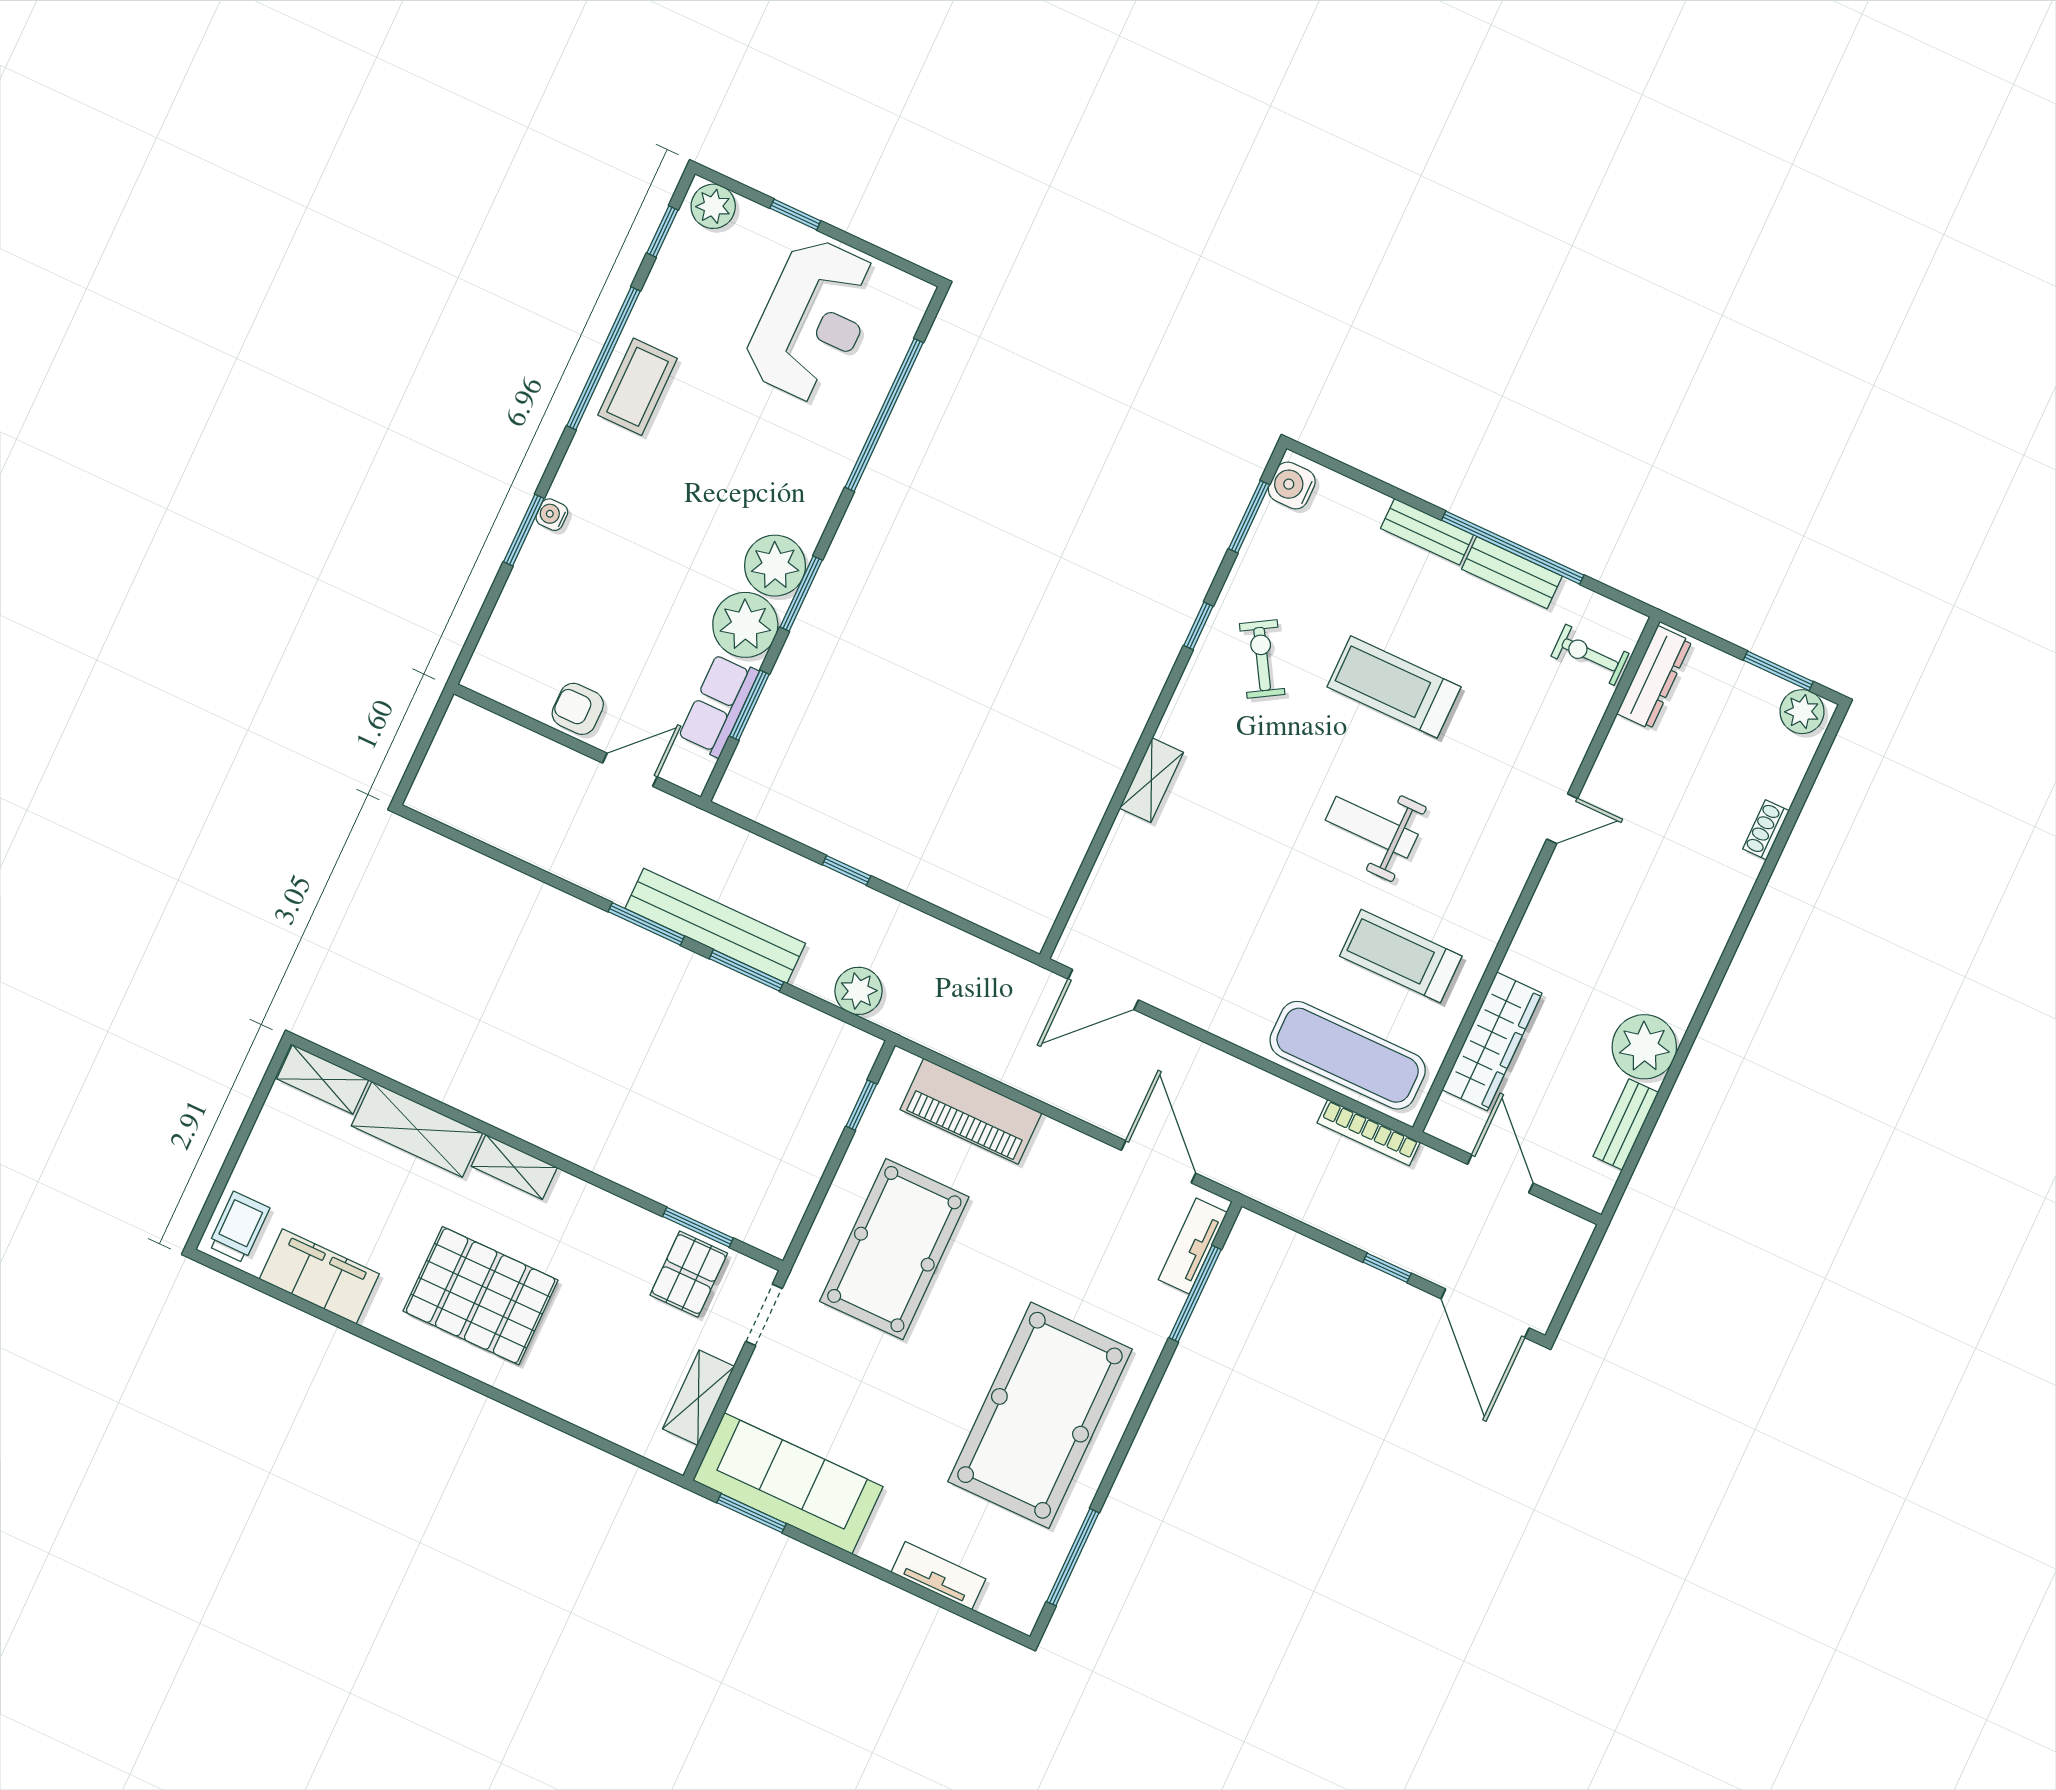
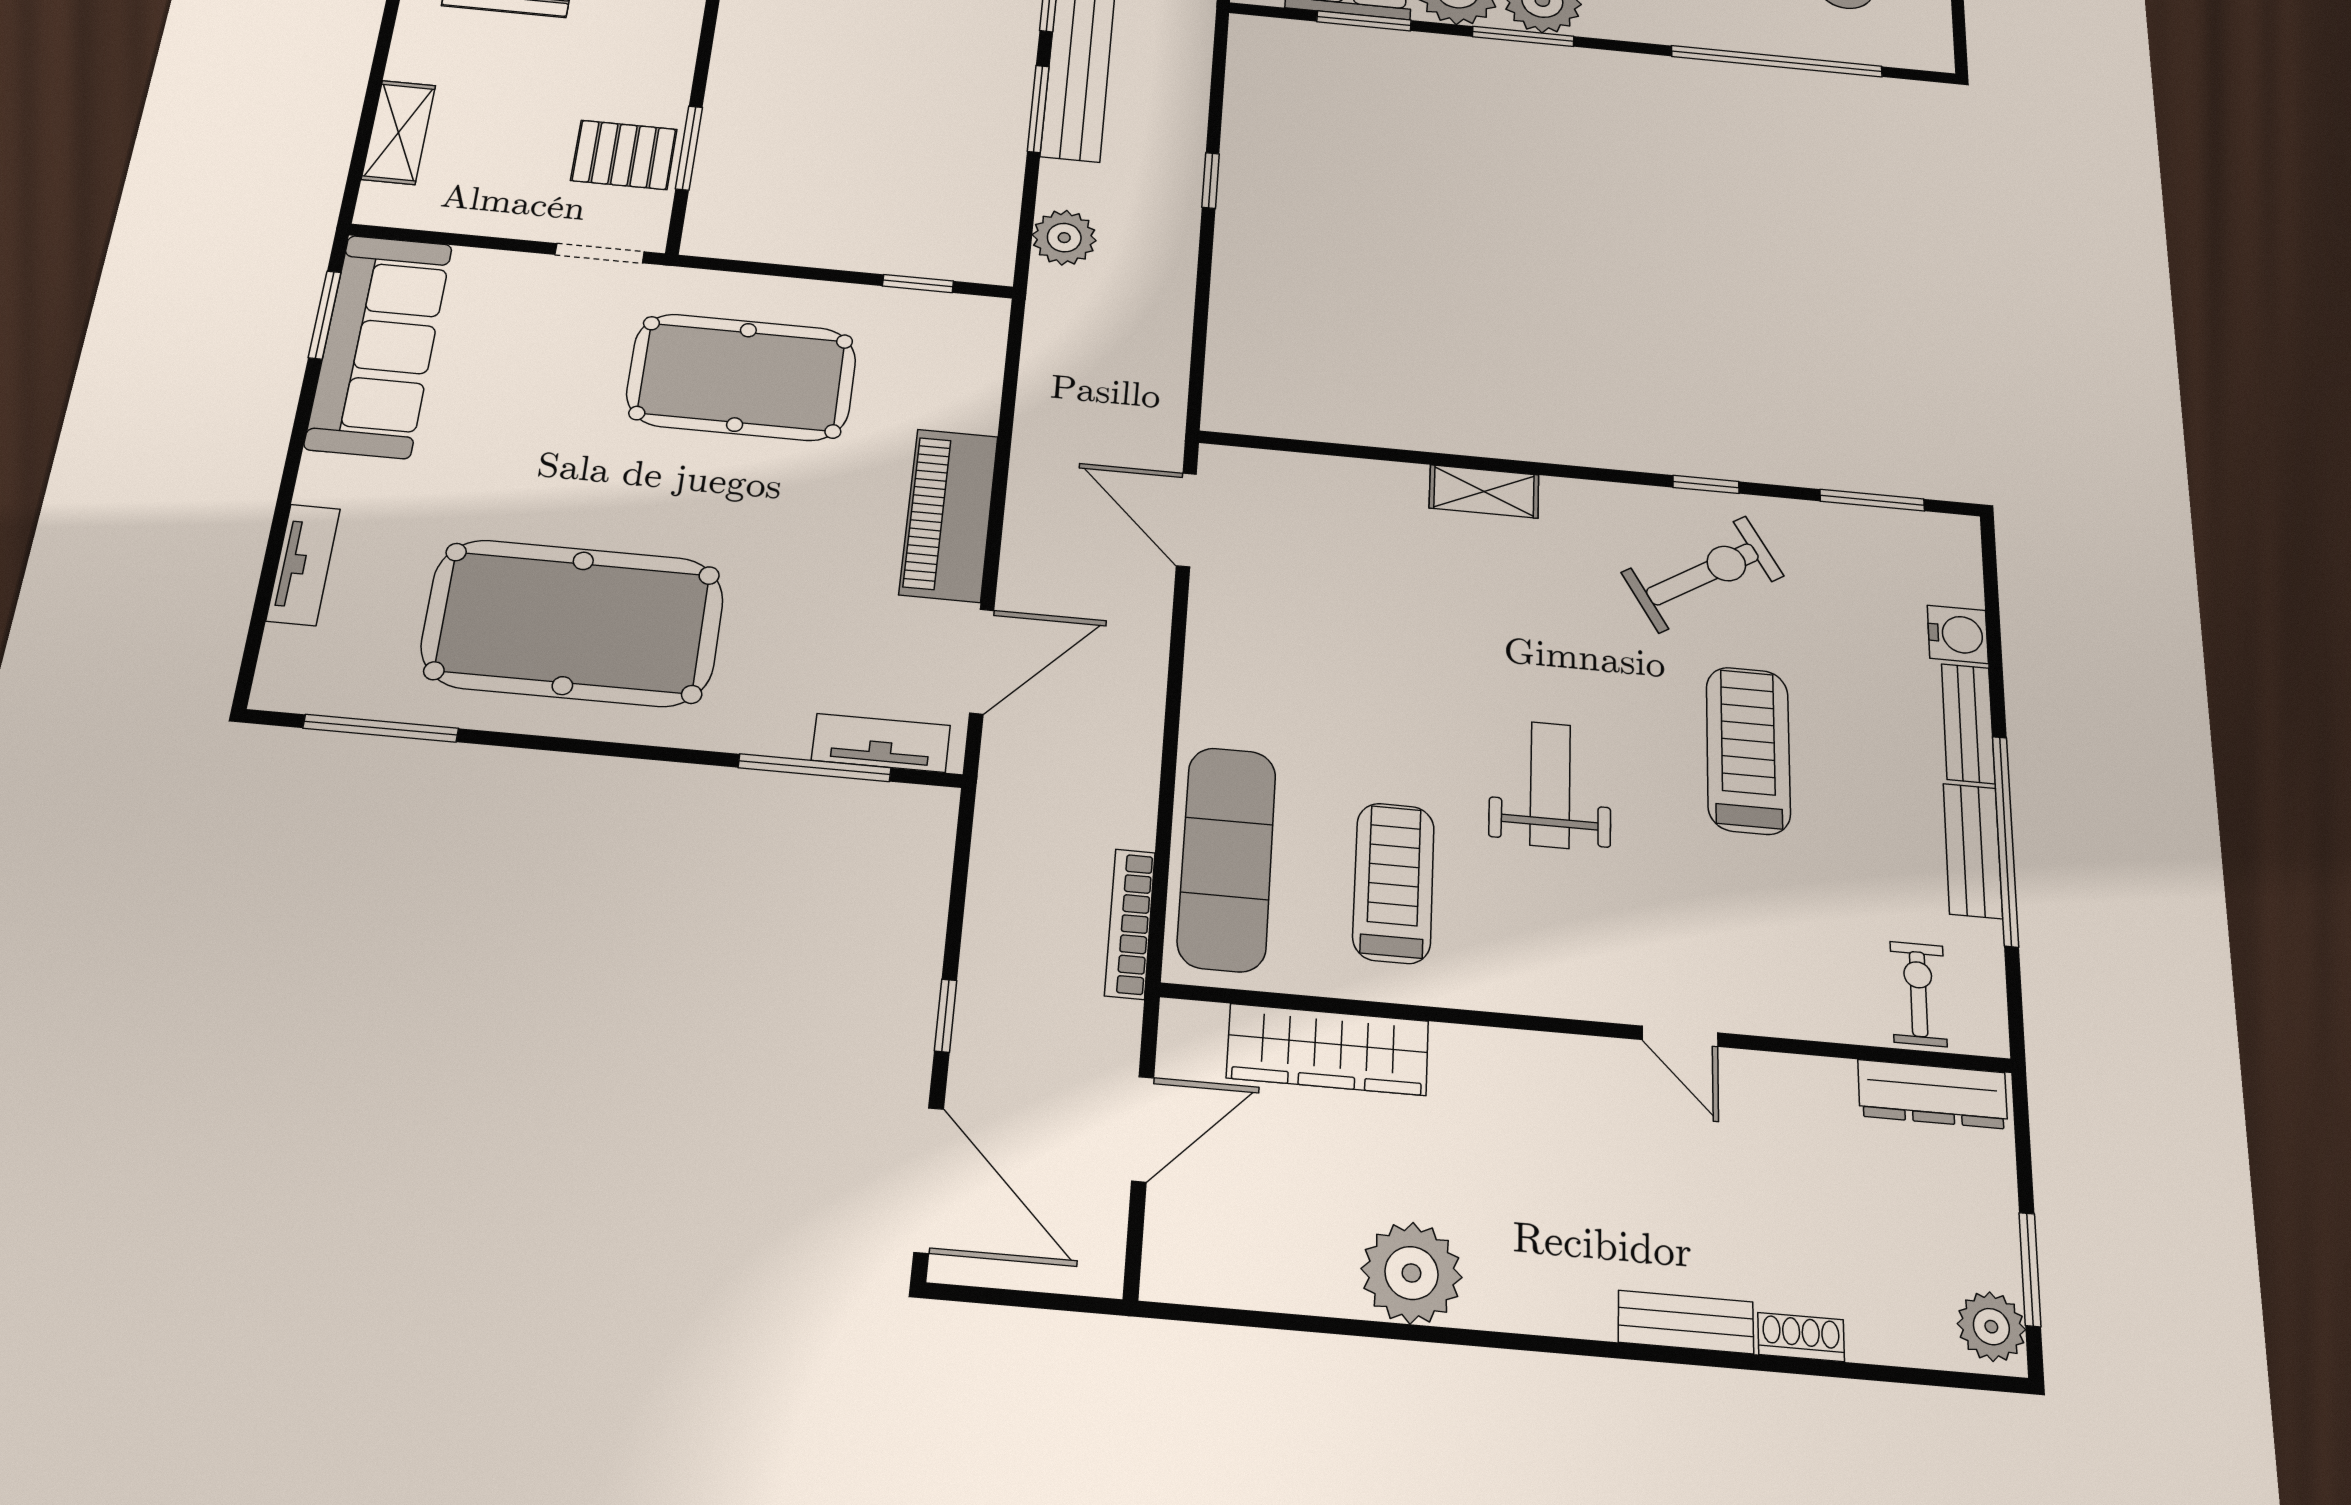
water cooler: (1292, 486) -> (1958, 634), moved, turned 90
exercise bike: (1262, 659) -> (1703, 574), width x1.38, depth x1.39
piano: (971, 1111) -> (949, 515), moved
bench: (1626, 1124) -> (1686, 1322), moved
door: (1485, 1313) -> (929, 1180), swing flipped
shelving: (698, 1398) -> (399, 132), moved, turned 90

